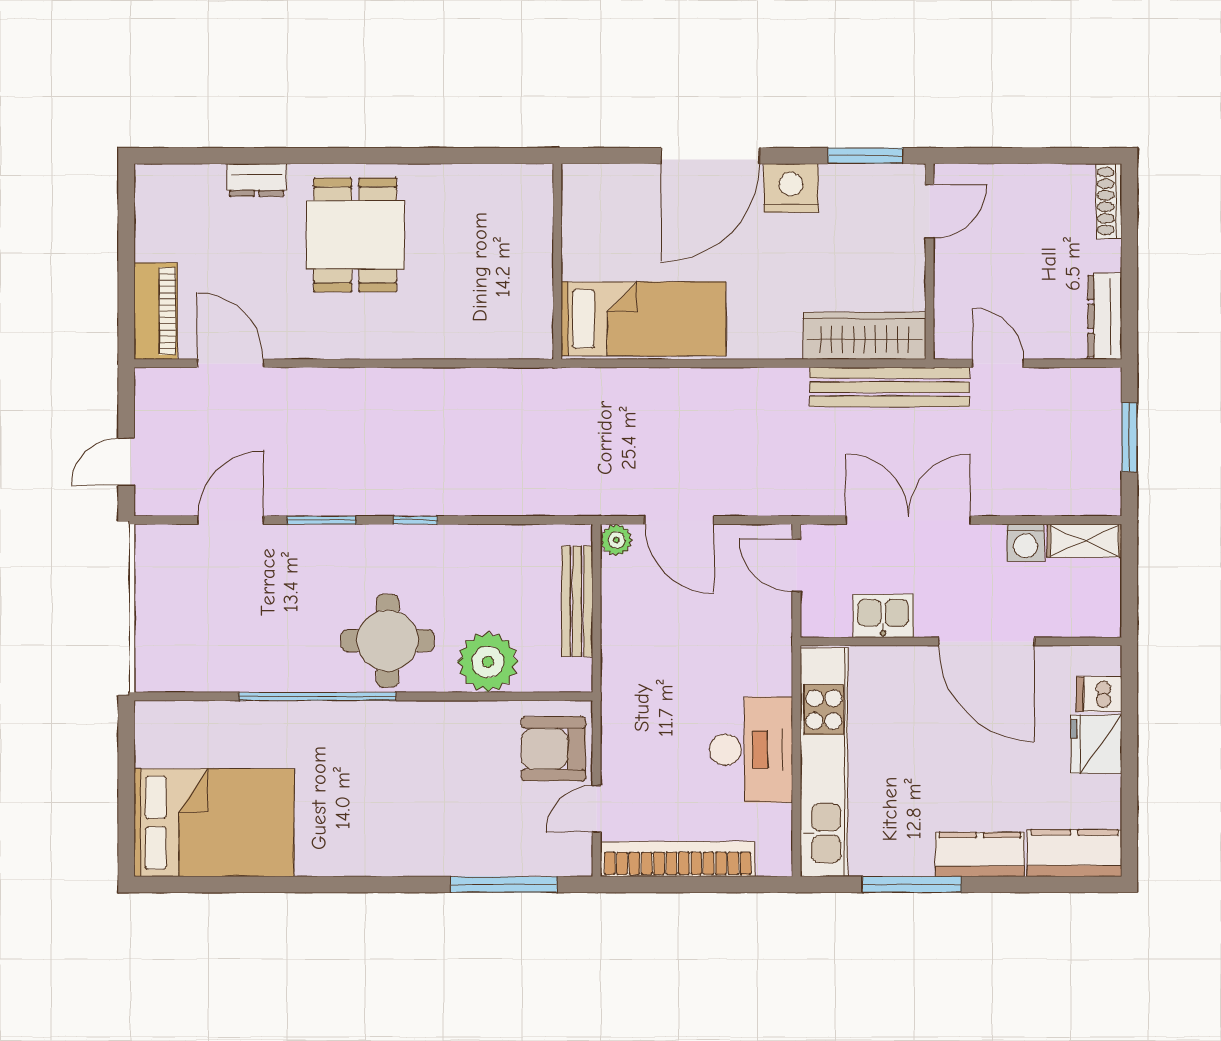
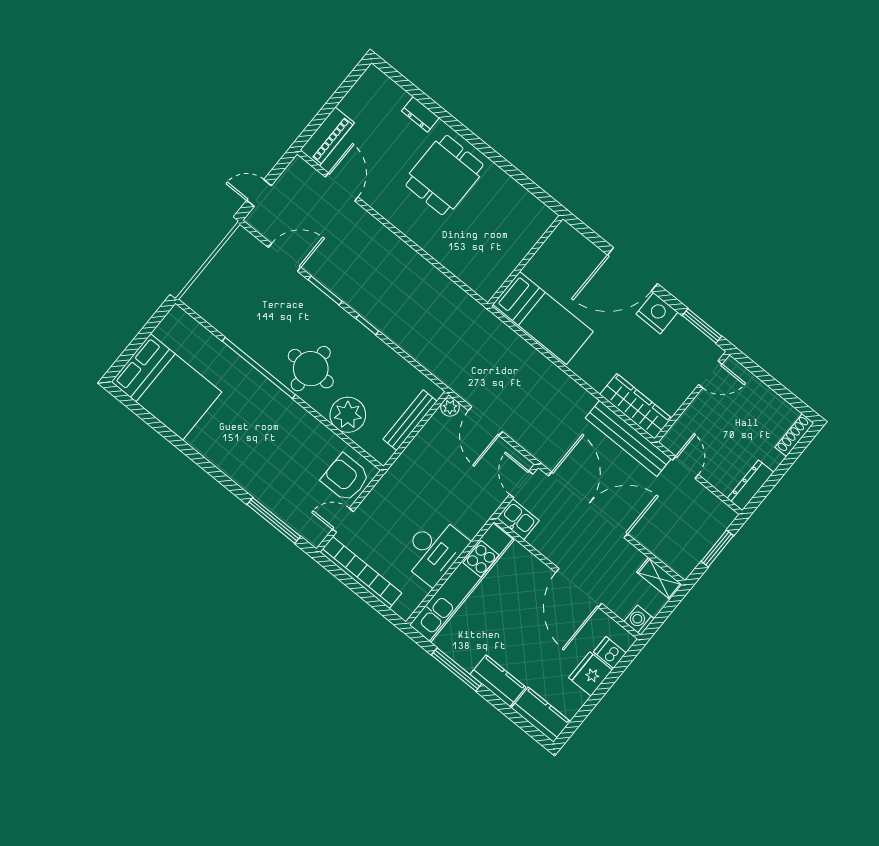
double door: (908, 520) -> (588, 505), width x1.36
washing machine: (1025, 543) -> (639, 620), moved, turned 90
kitchen sink: (883, 616) -> (518, 519), moved

